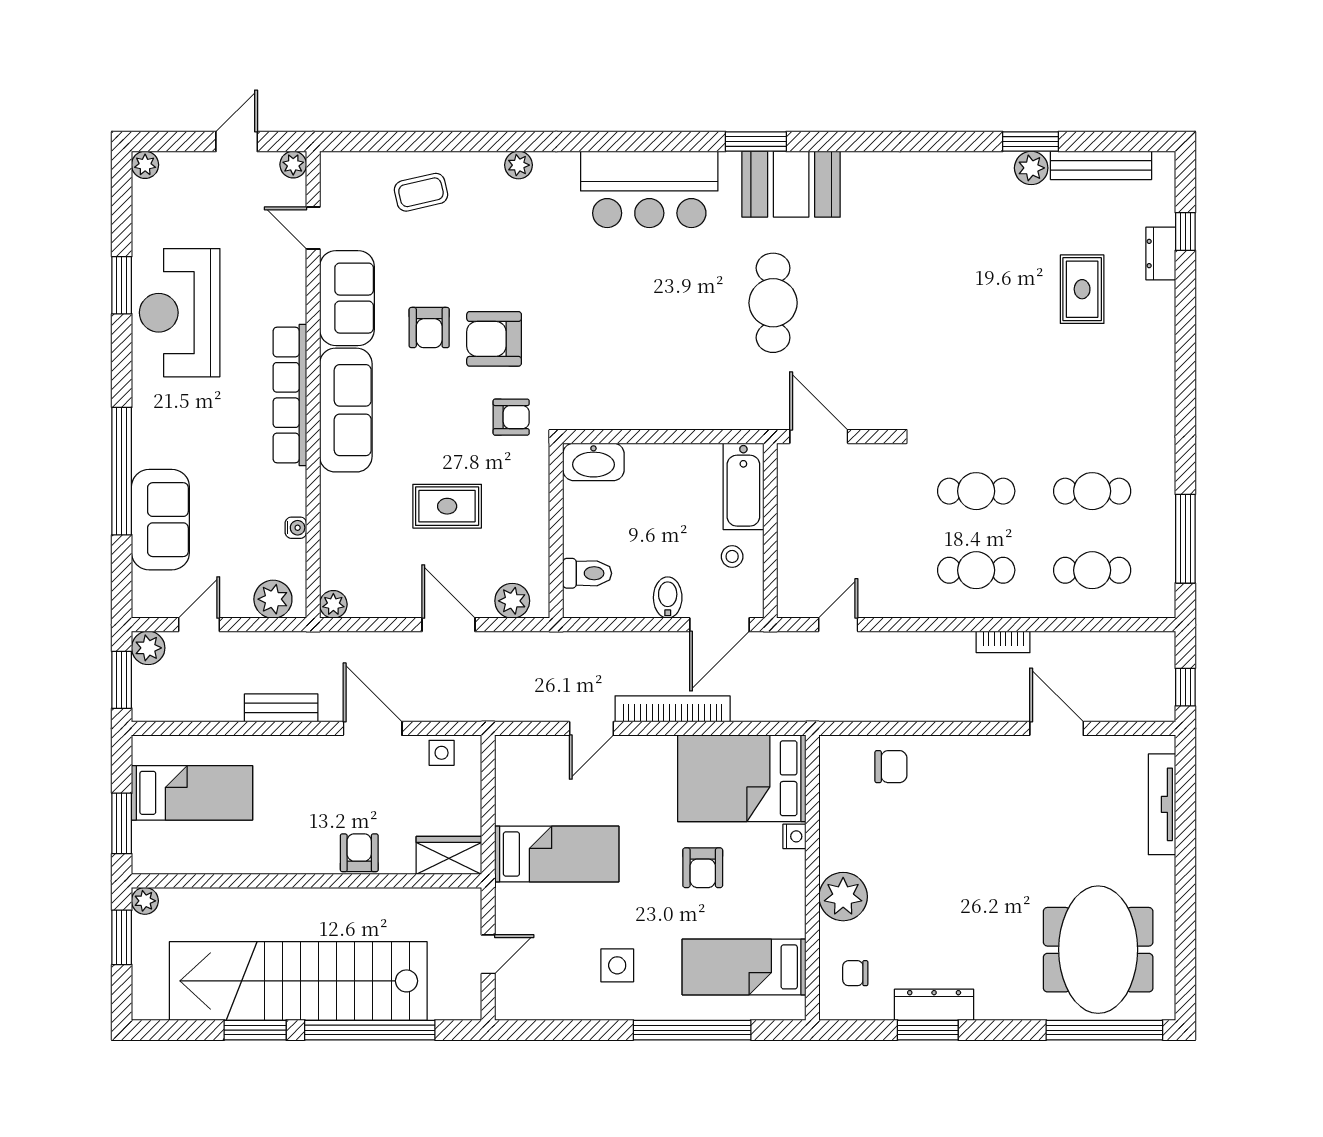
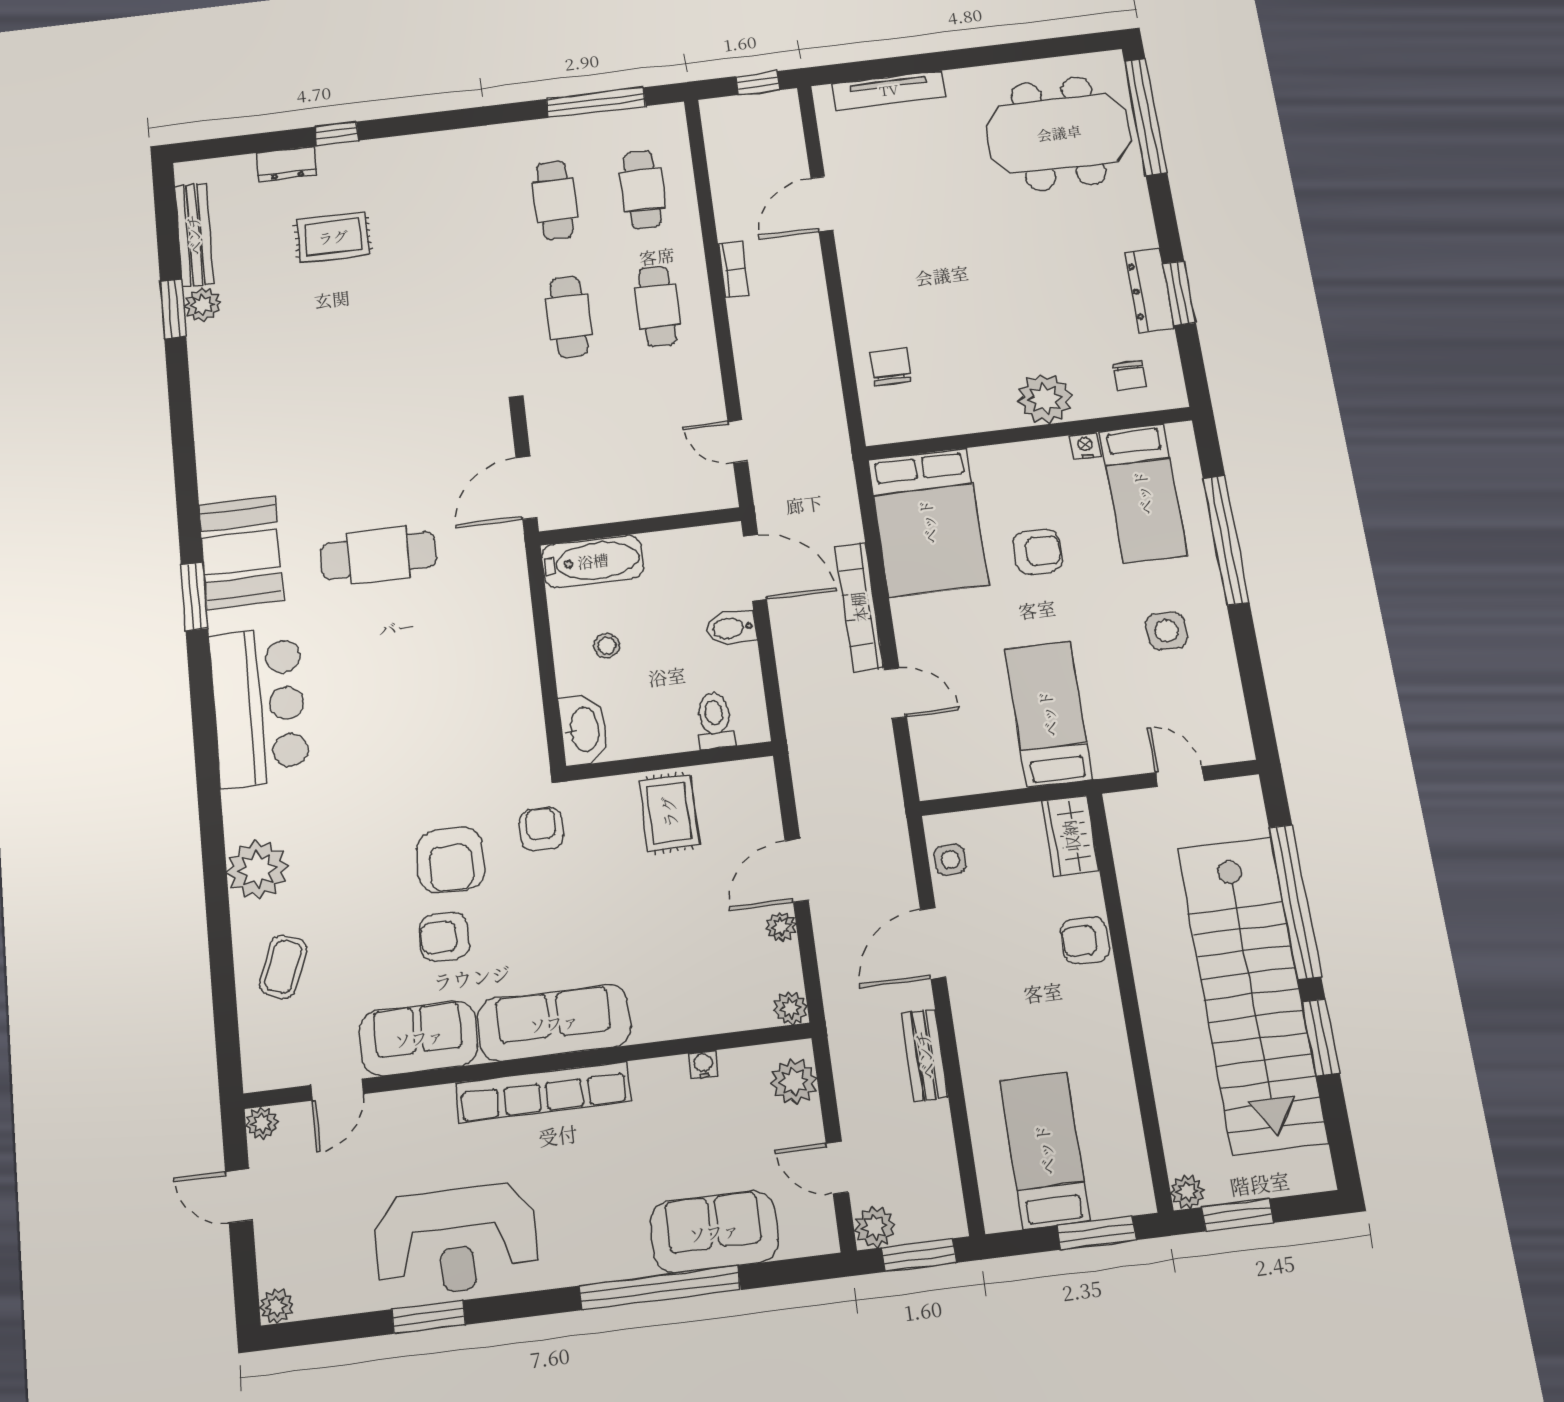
plant: (519, 165) -> (257, 870), width x1.87, depth x1.87
coffee table: (421, 192) -> (283, 967), turned 34
window: (1185, 231) -> (337, 134), moved
armchair: (429, 328) -> (445, 937), turned 180
rug: (447, 506) -> (669, 812), moved
stool: (732, 556) -> (607, 646), moved
plant: (512, 601) -> (781, 927), moved, width x0.73, depth x0.73
nightstand: (794, 836) -> (1085, 446), moved

